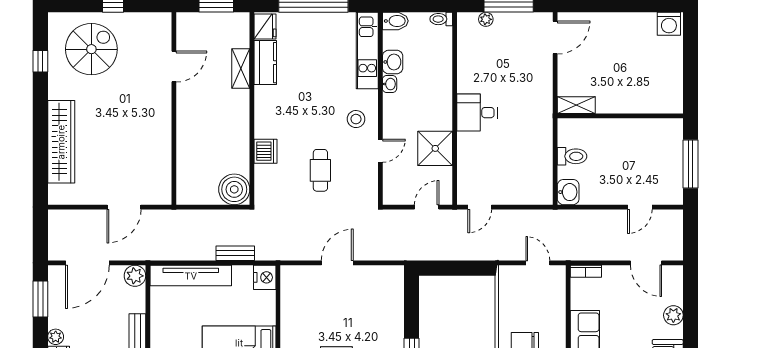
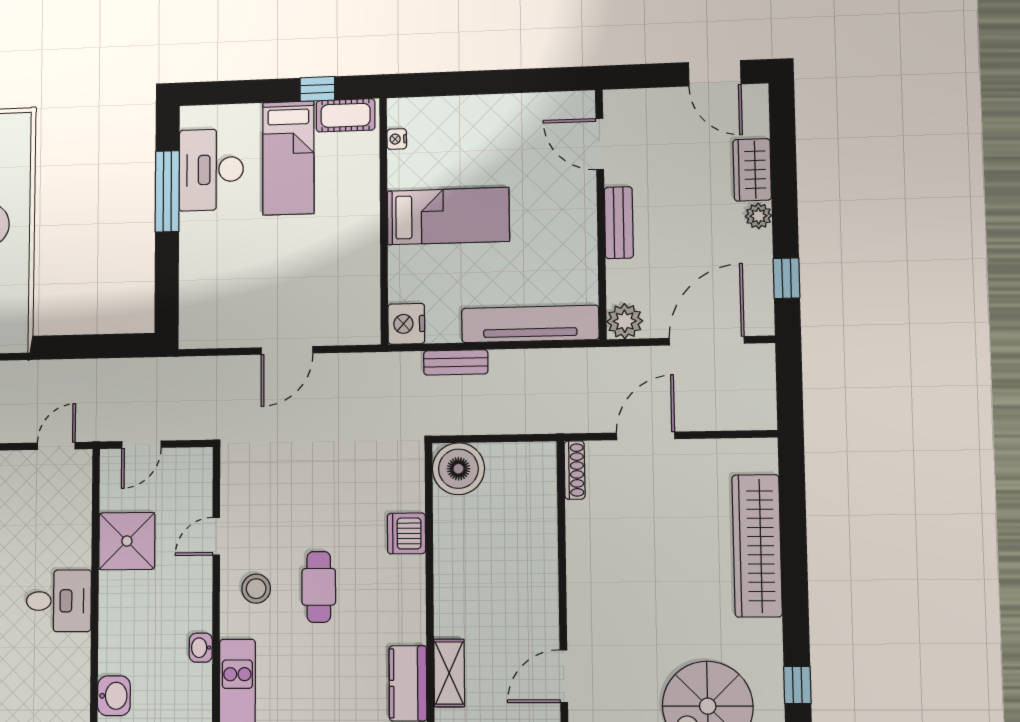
washbasin: (393, 62) -> (114, 696), moved, turned 180
cafe table: (320, 170) -> (319, 587), moved
shoe rack: (166, 188) -> (575, 470), added
window: (40, 299) -> (787, 278), width x0.67

